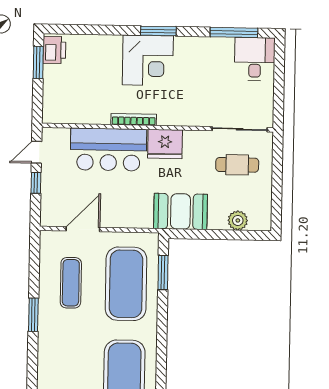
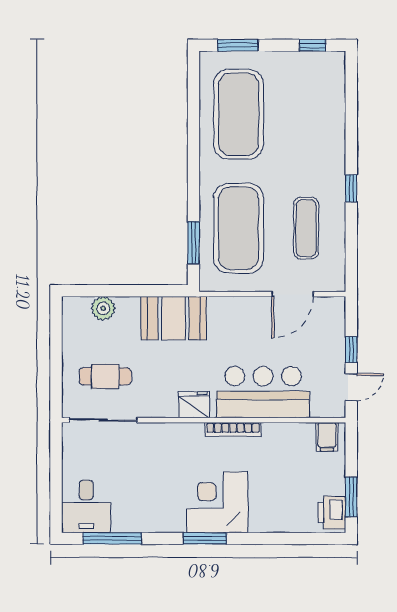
filing cabinet: (57, 112) -> (327, 437), added
fridge: (165, 144) -> (194, 405), width x0.73, depth x0.75
window: (33, 315) -> (351, 188), width x0.67

